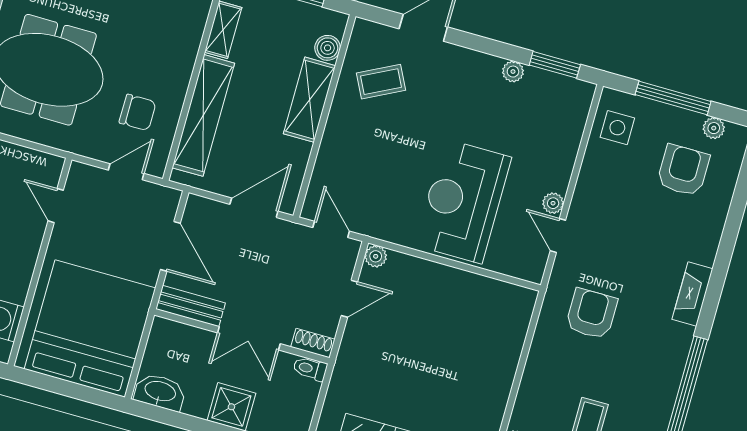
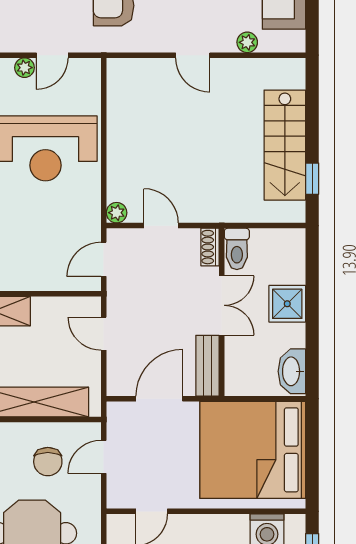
chair: (138, 112) -> (48, 462), turned 180
door: (126, 172) -> (104, 457), hinge flipped
door: (254, 208) -> (104, 334), width x0.73
toilet: (310, 369) -> (237, 249), width x1.37, depth x1.39
door: (517, 381) -> (193, 55), added

